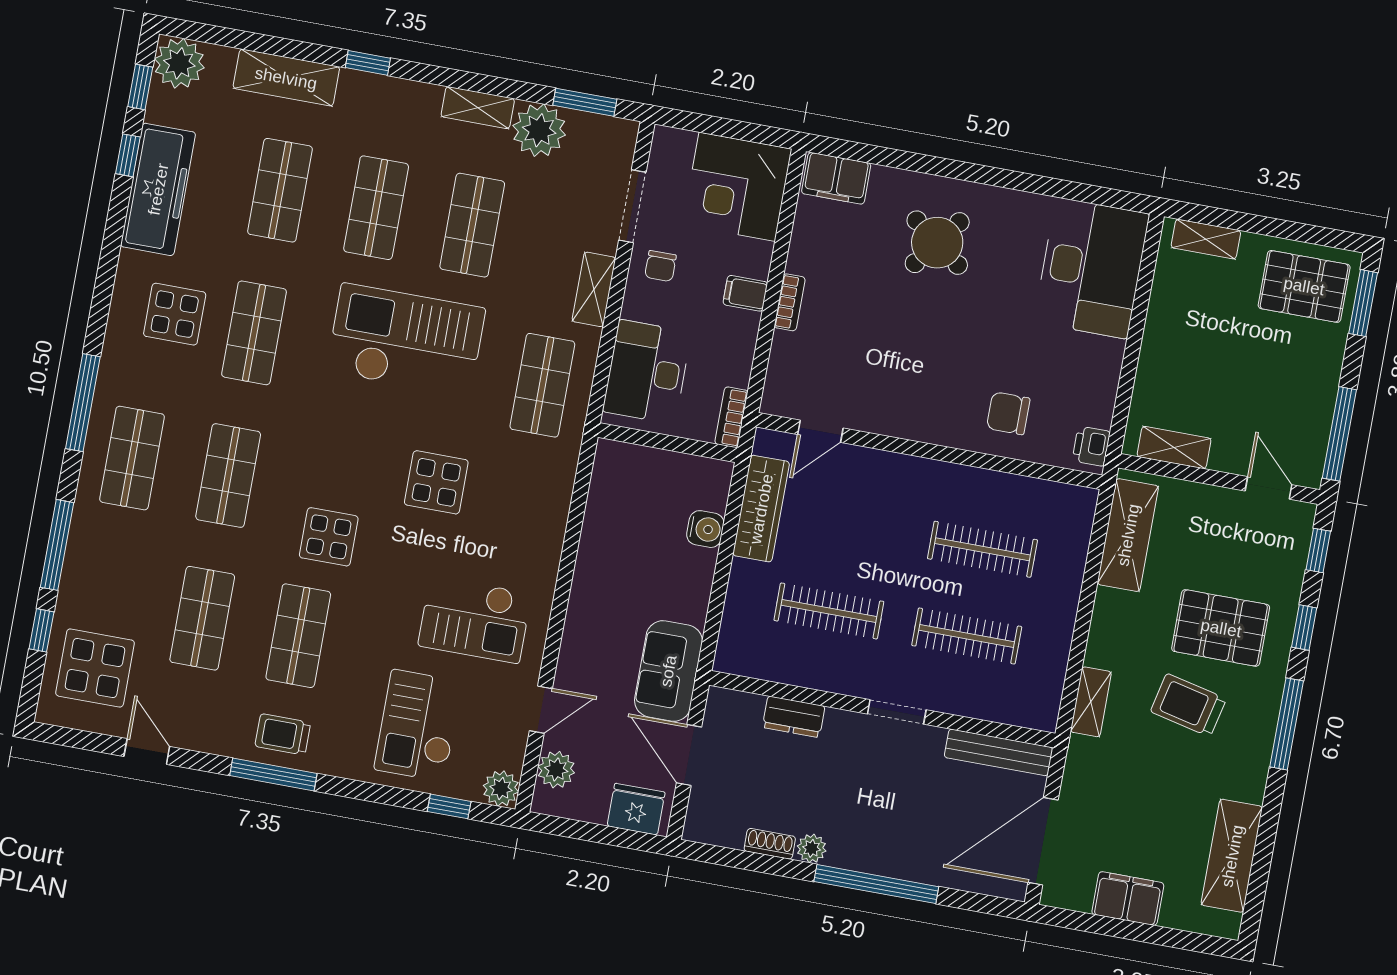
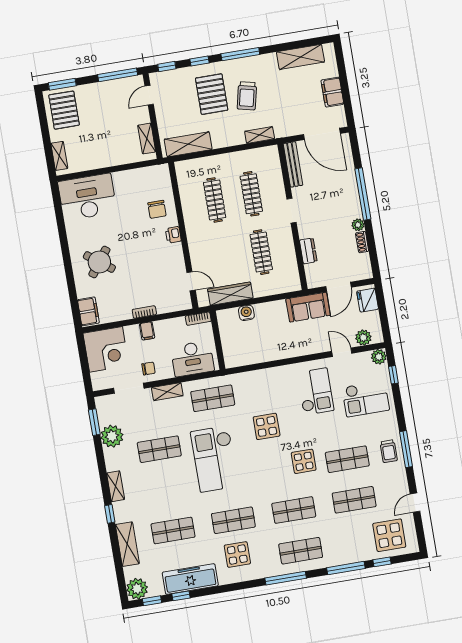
shelving: (478, 108) -> (116, 486), moved
shop shelf: (376, 208) -> (166, 490), removed
printer: (1091, 446) -> (173, 235), moved, turned 90

